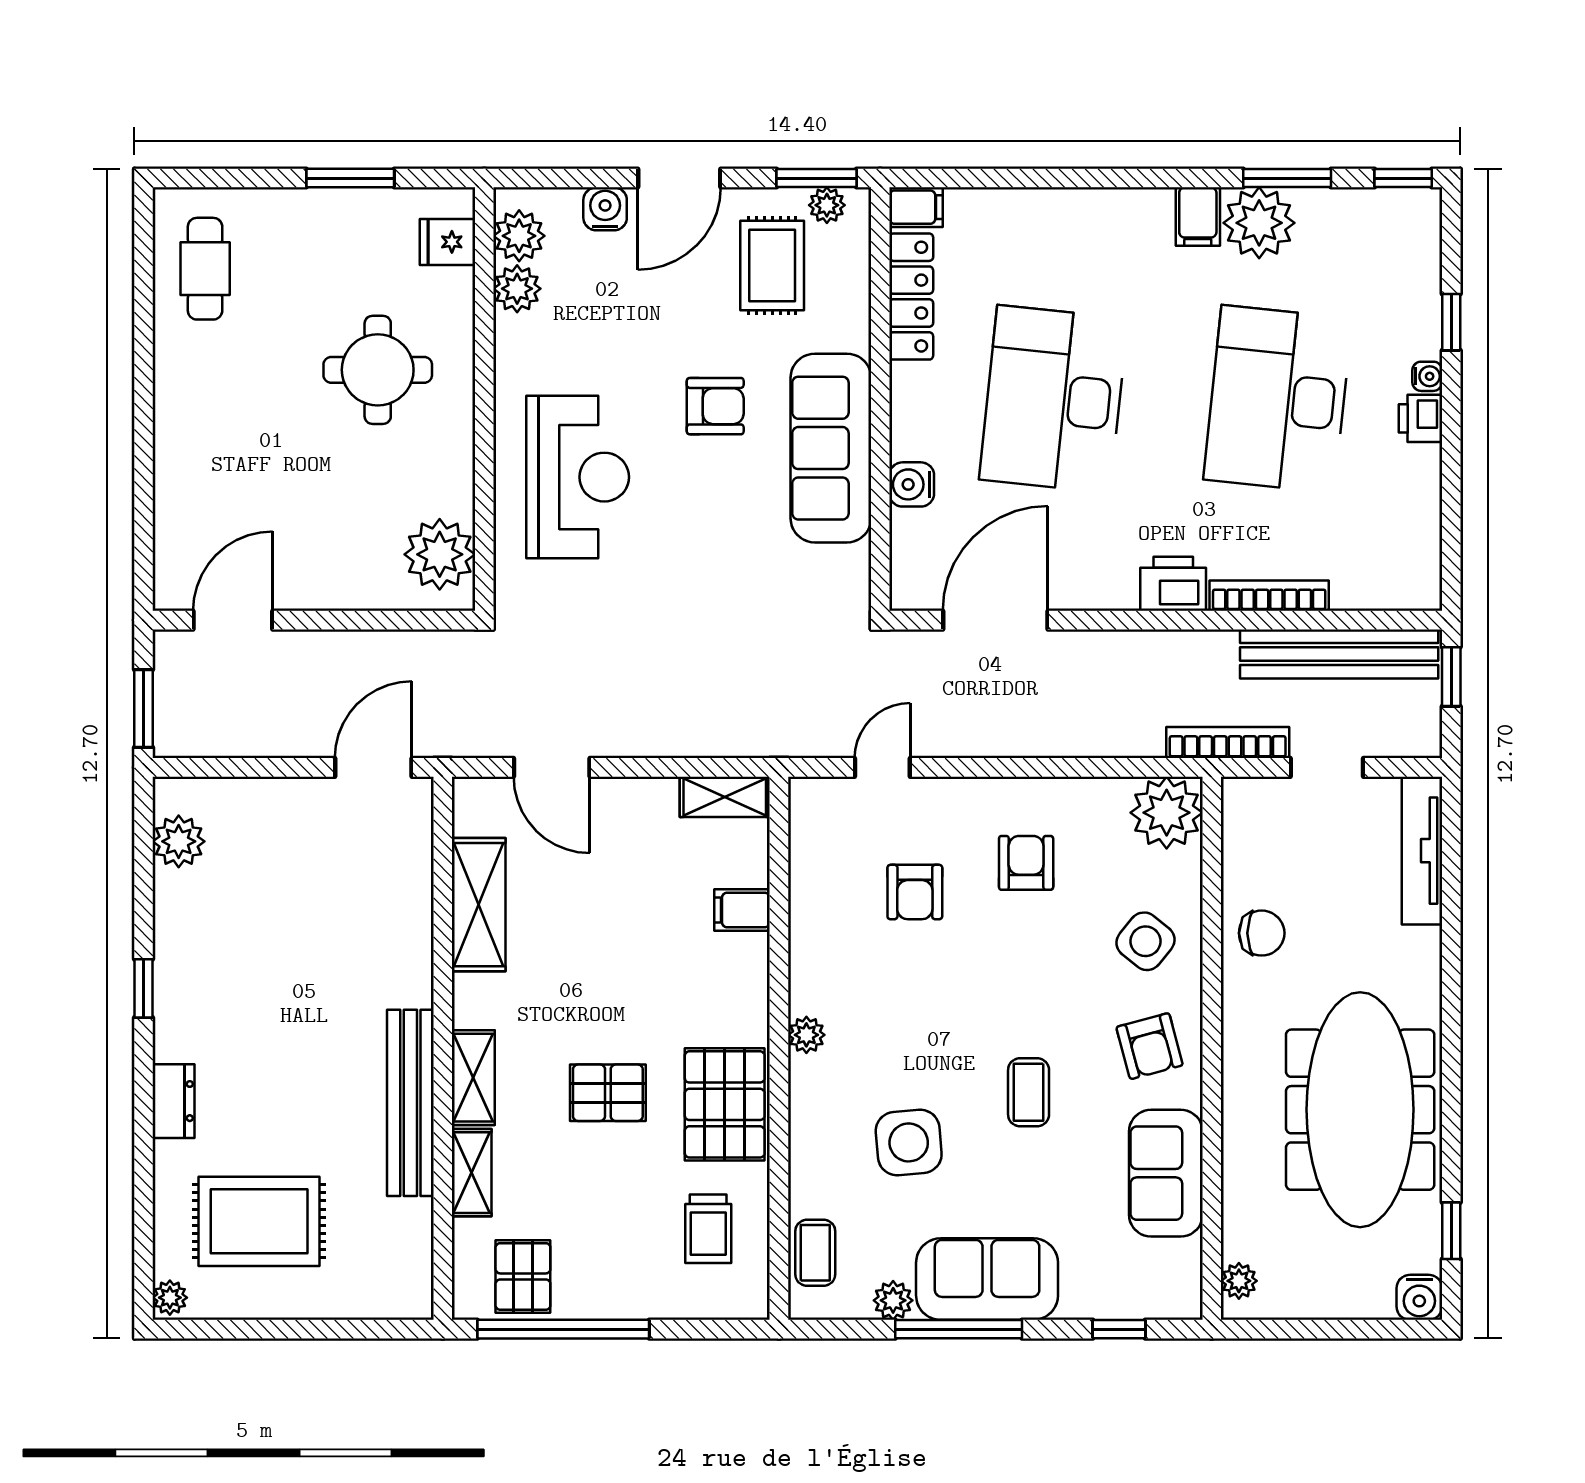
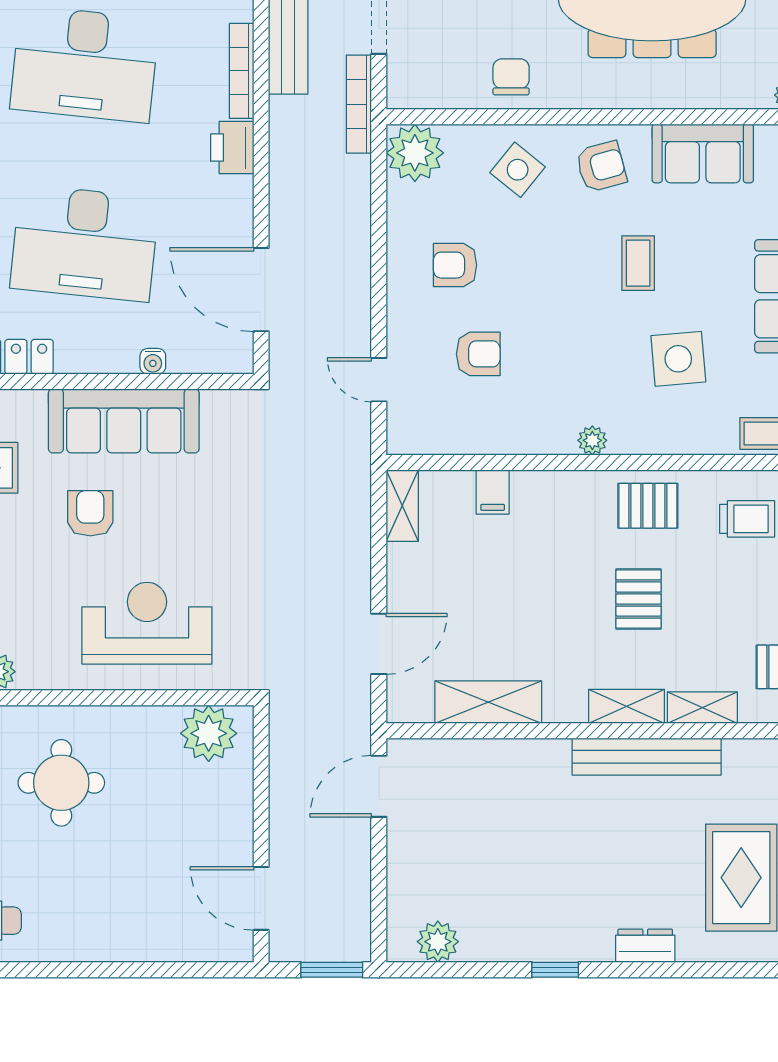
water cooler: (912, 484) -> (153, 361), width x0.72, depth x0.72
door: (373, 767) -> (379, 786), hinge flipped
coffee table: (1029, 1092) -> (638, 263), turned 90
pallet: (725, 1104) -> (648, 506), width x0.67, depth x0.71

